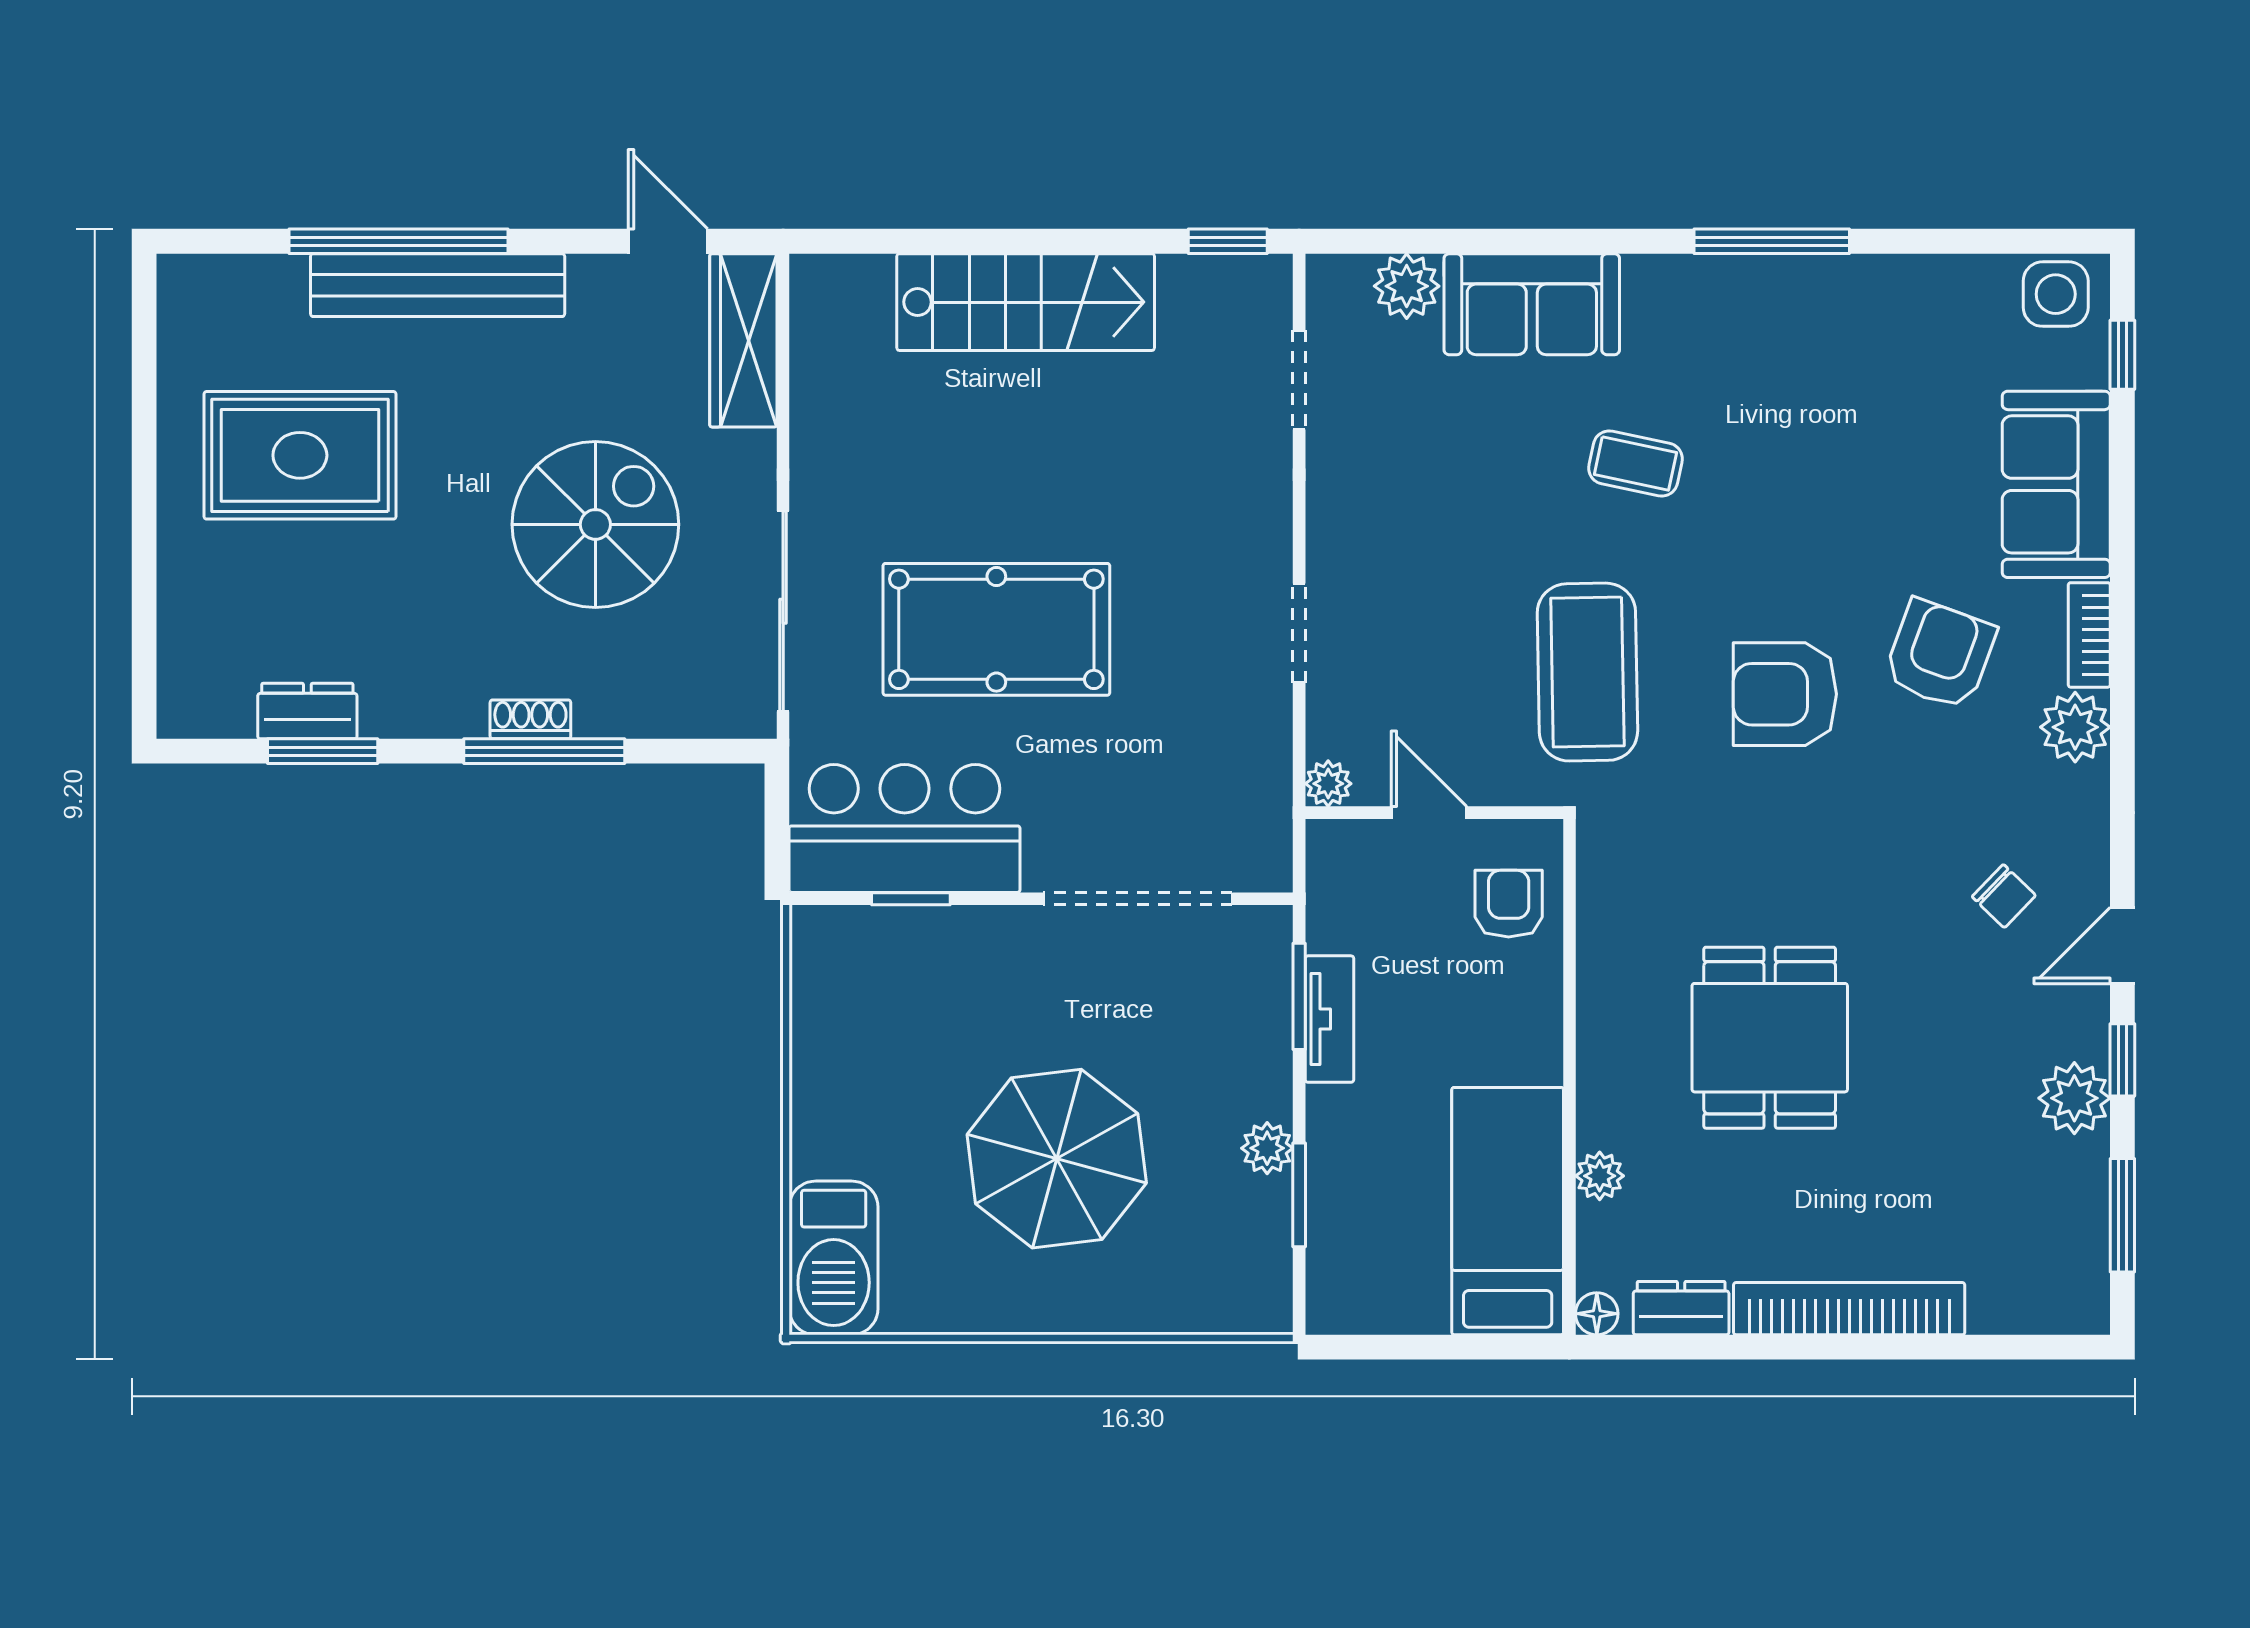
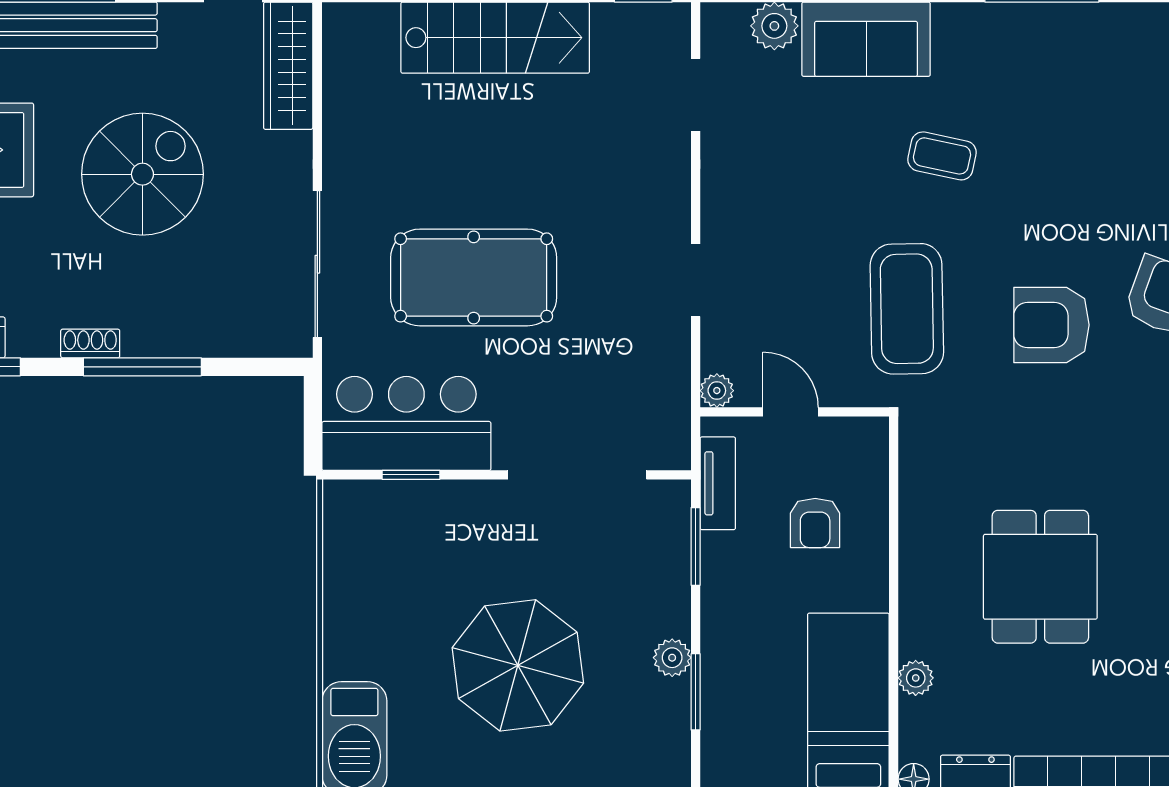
spiral stairs: (595, 524) -> (142, 174), moved
shoe rack: (530, 719) -> (90, 343), moved
armchair: (1509, 904) -> (815, 523), moved, turned 180
tv unit: (1329, 1019) -> (718, 483), moved

